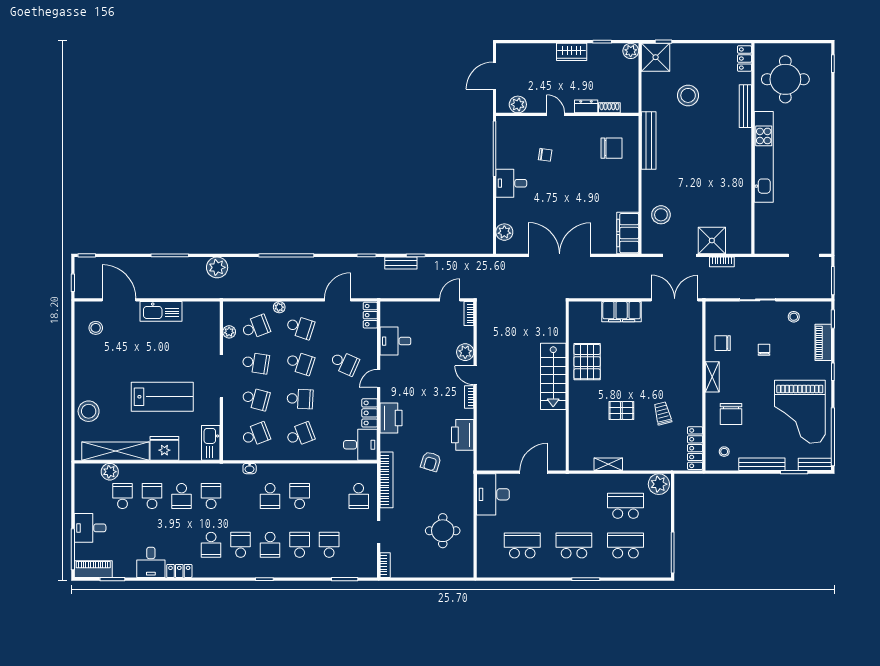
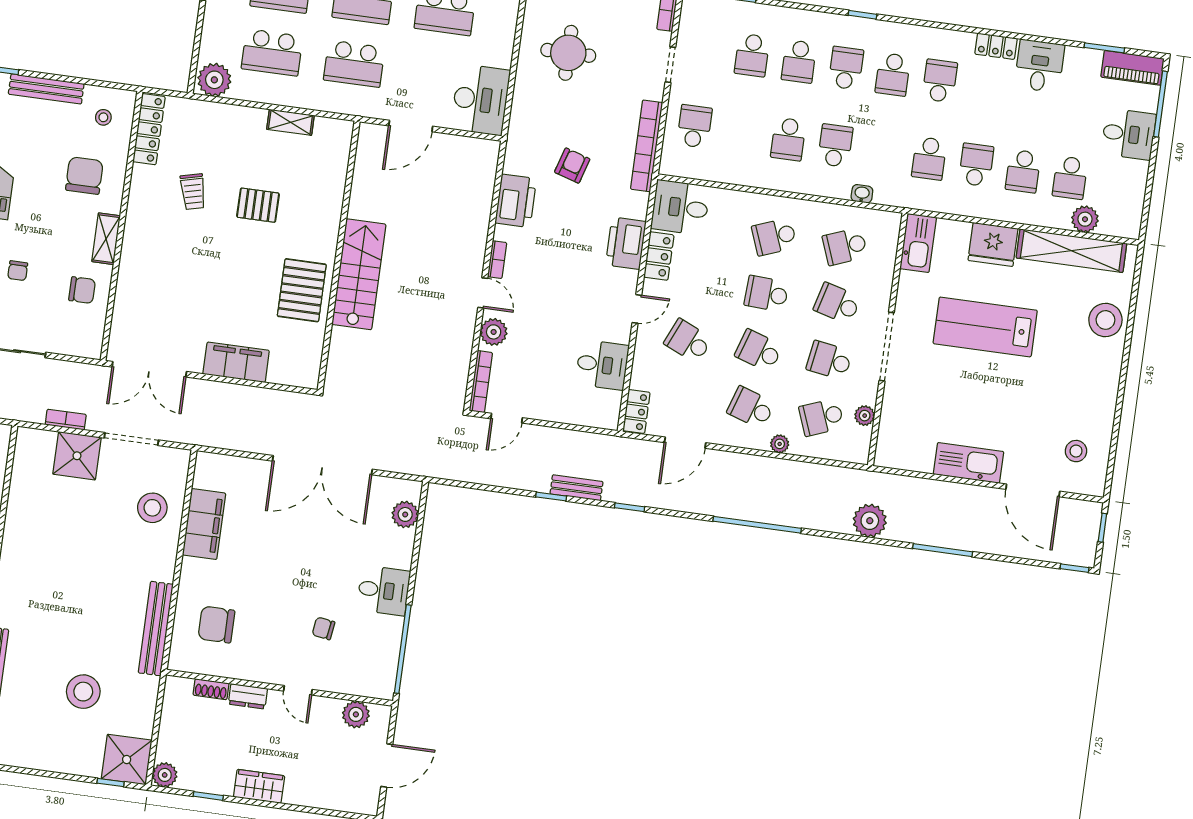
filing cabinet: (628, 233) -> (204, 524), moved
bookcase: (469, 314) -> (481, 382), width x1.56
school desk: (574, 506) -> (354, 64), added

